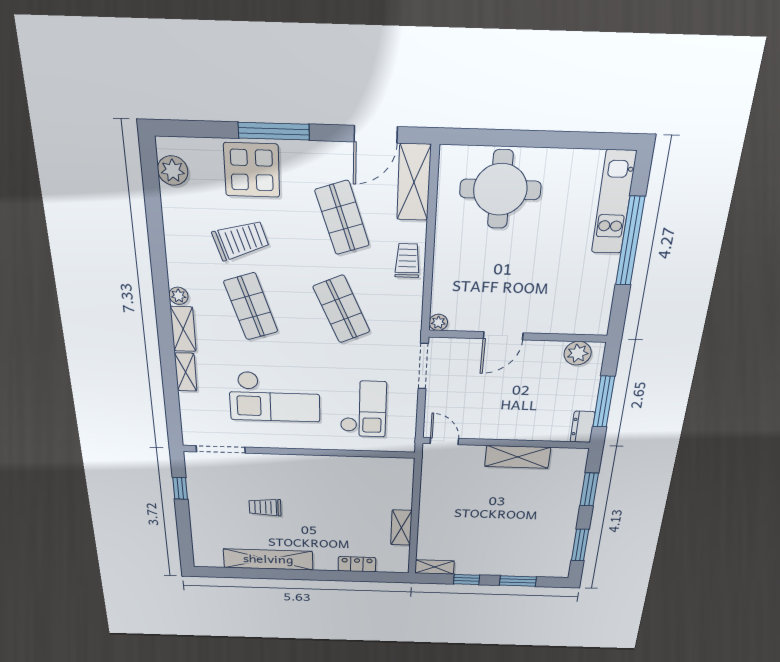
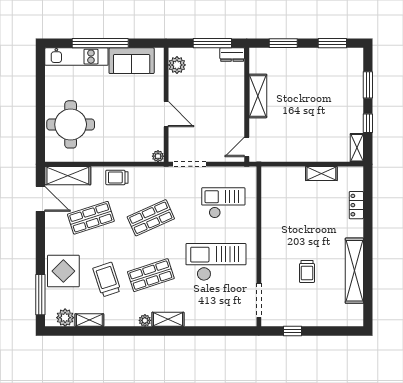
window: (274, 131) -> (40, 295), moved
sofa: (594, 288) -> (132, 61), added
shelving: (186, 372) -> (89, 320), moved
checkout: (275, 397) -> (216, 262), turned -90

